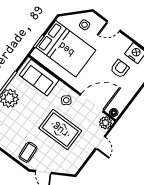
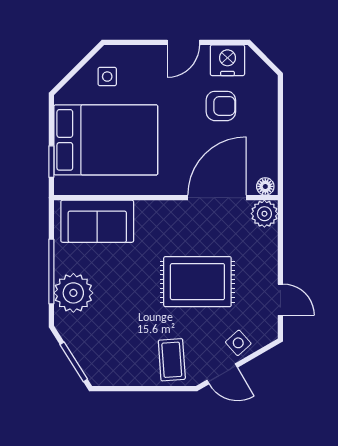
door: (113, 26) -> (183, 42), moved
armchair: (120, 69) -> (221, 106), turned 90
side table: (66, 100) -> (238, 343), moved
door: (100, 143) -> (280, 300), moved

